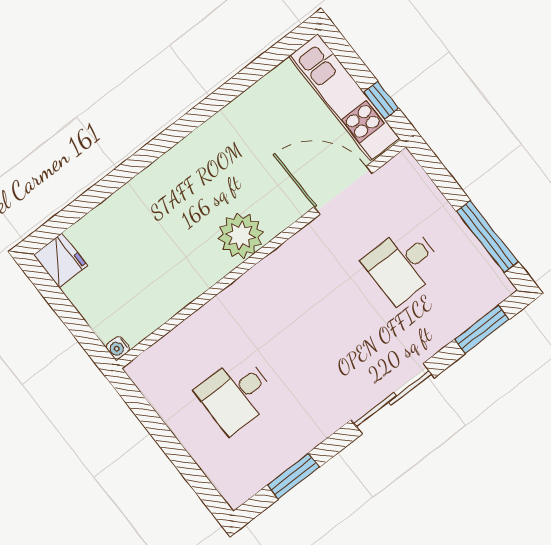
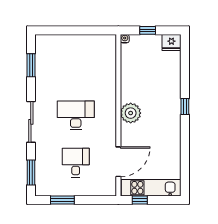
window: (155, 149) -> (185, 106), added
window: (487, 236) -> (62, 200), width x0.69
window: (72, 319) -> (148, 30), added
desk: (236, 394) -> (76, 115), moved, width x1.37

